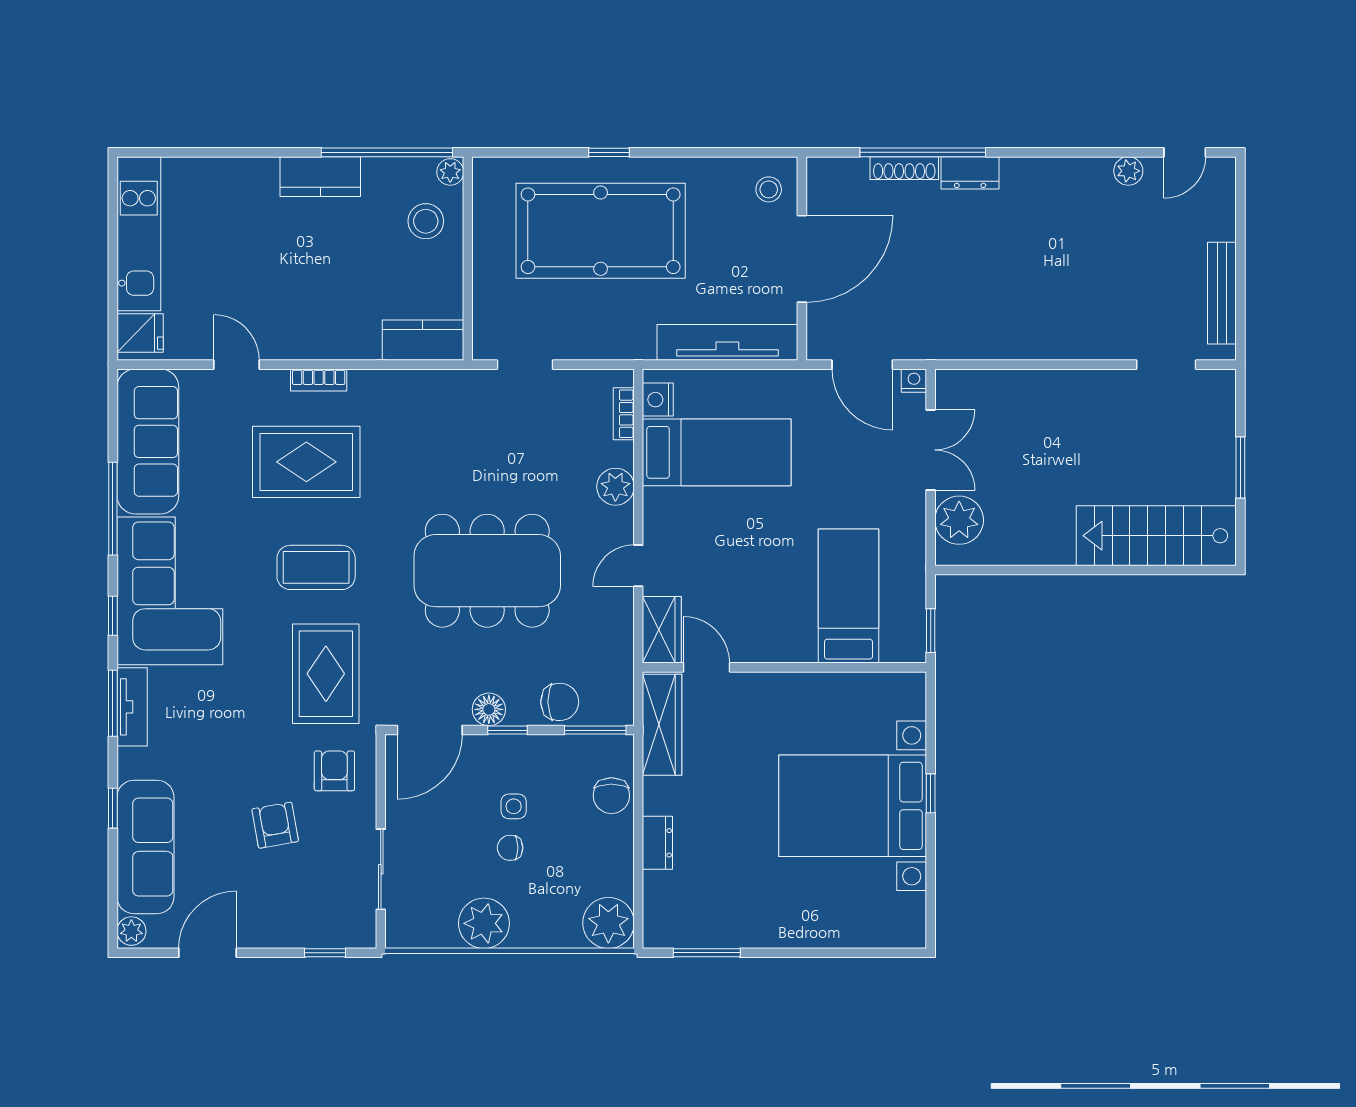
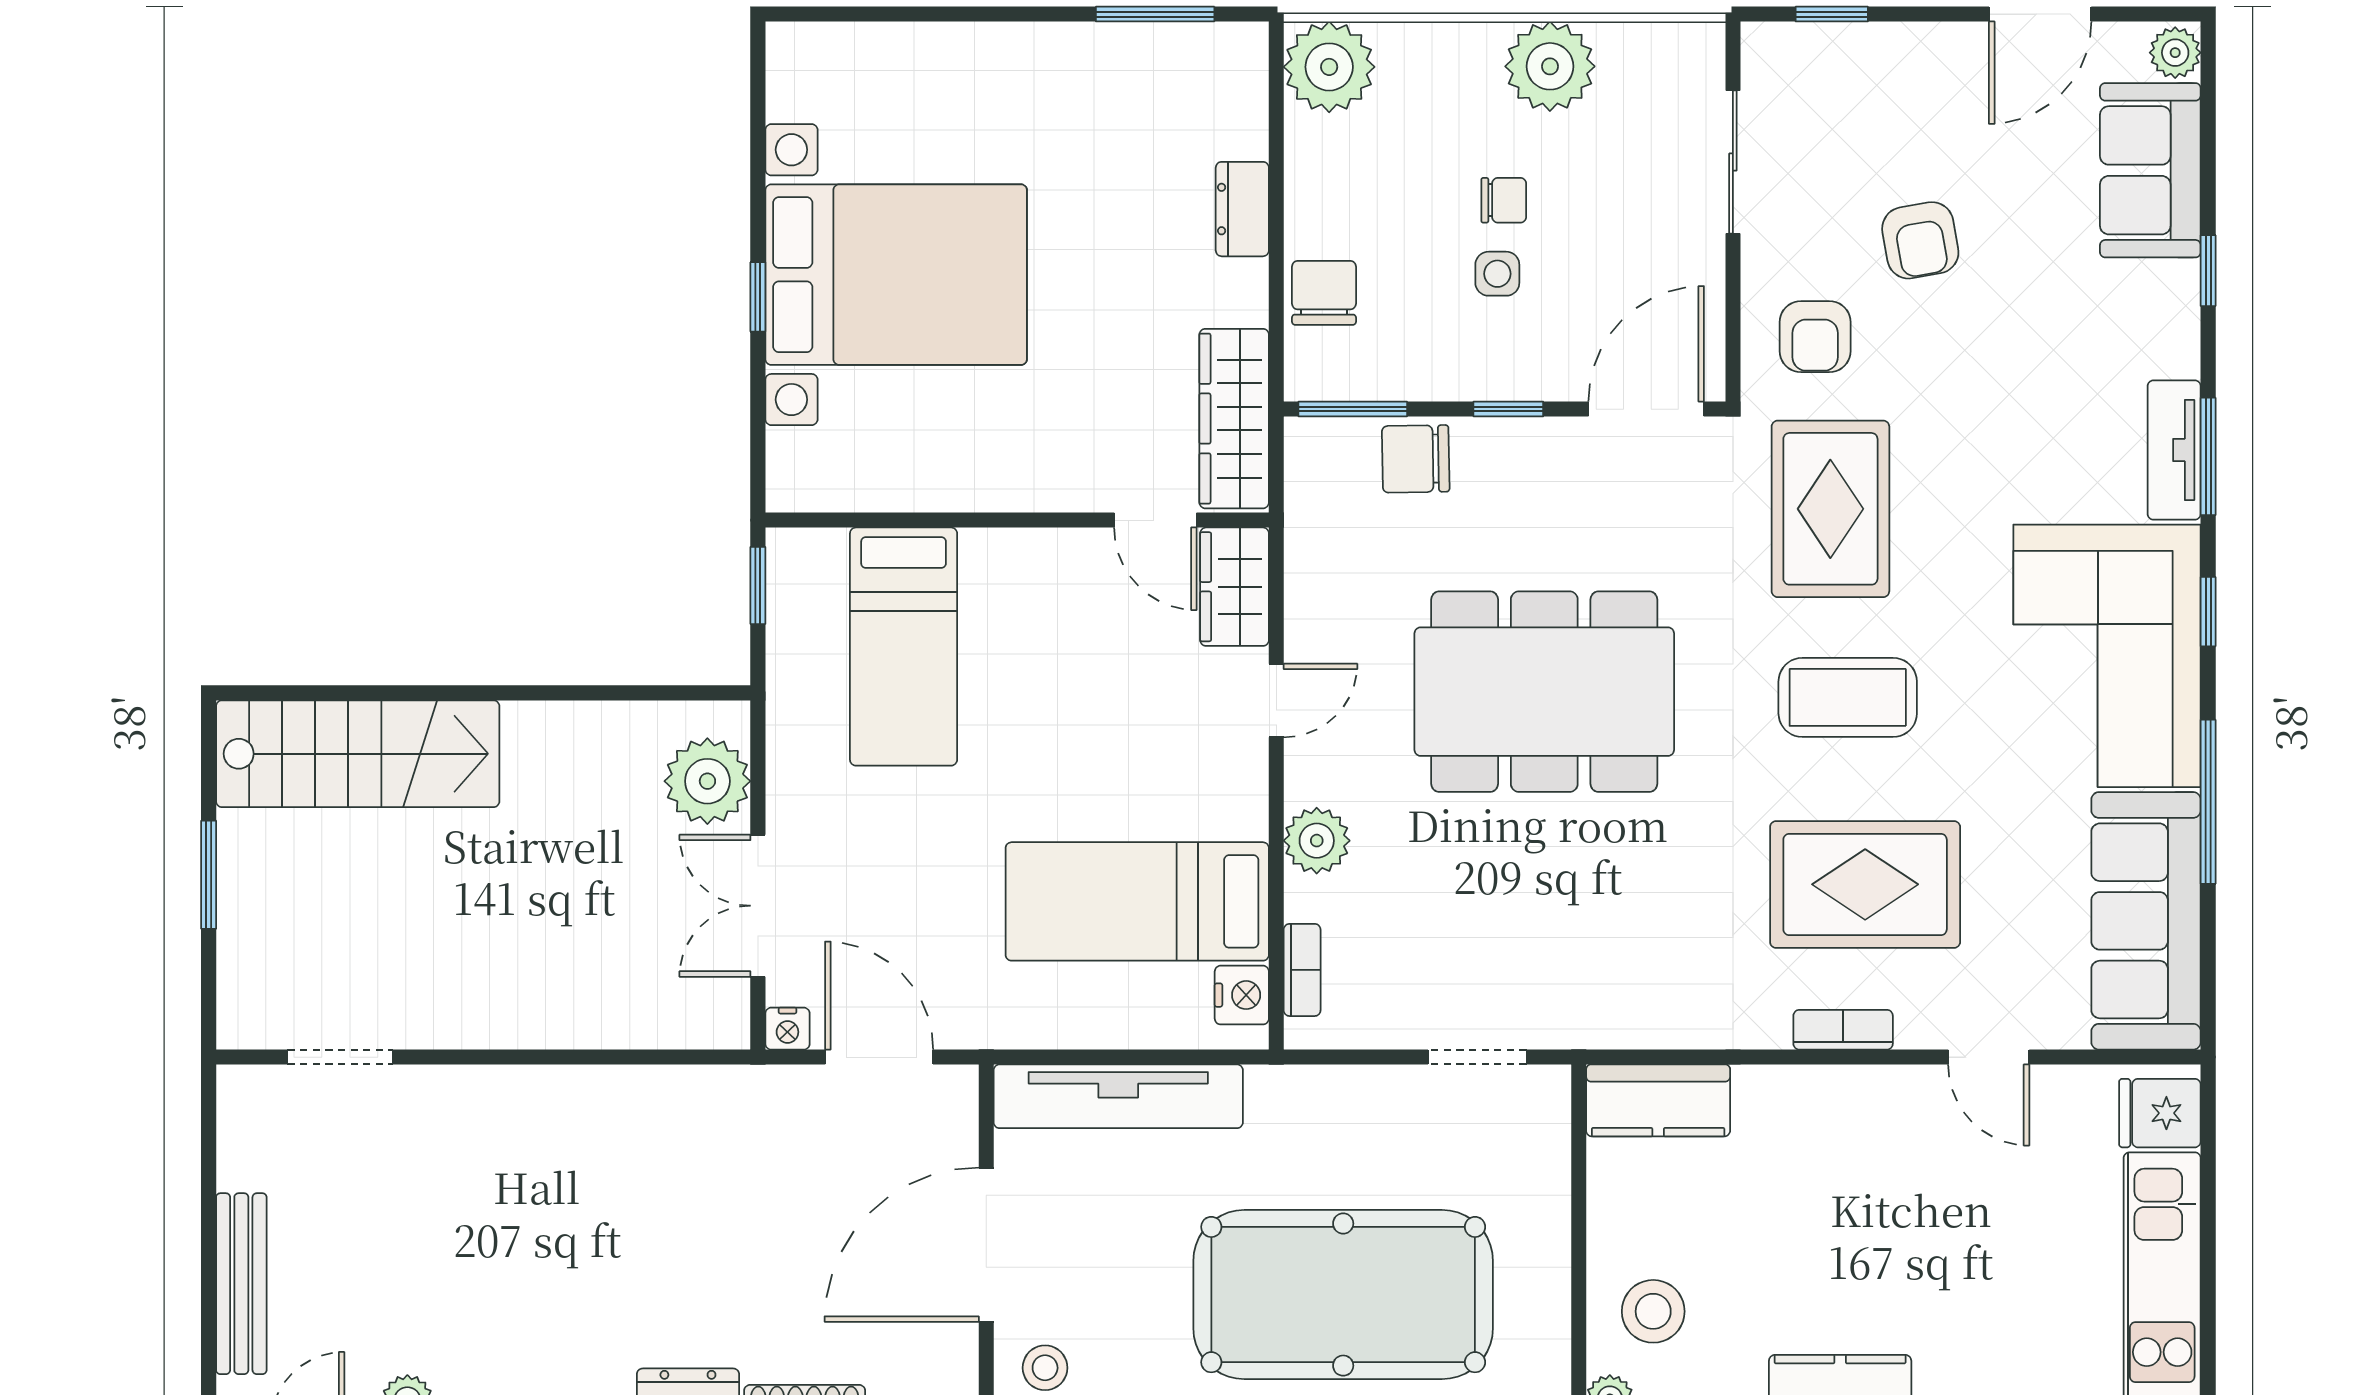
bench: (1222, 293) -> (241, 1284), moved
floor lamp: (489, 709) -> (1541, 446), removed
sofa: (145, 847) -> (2150, 170), width x0.73

